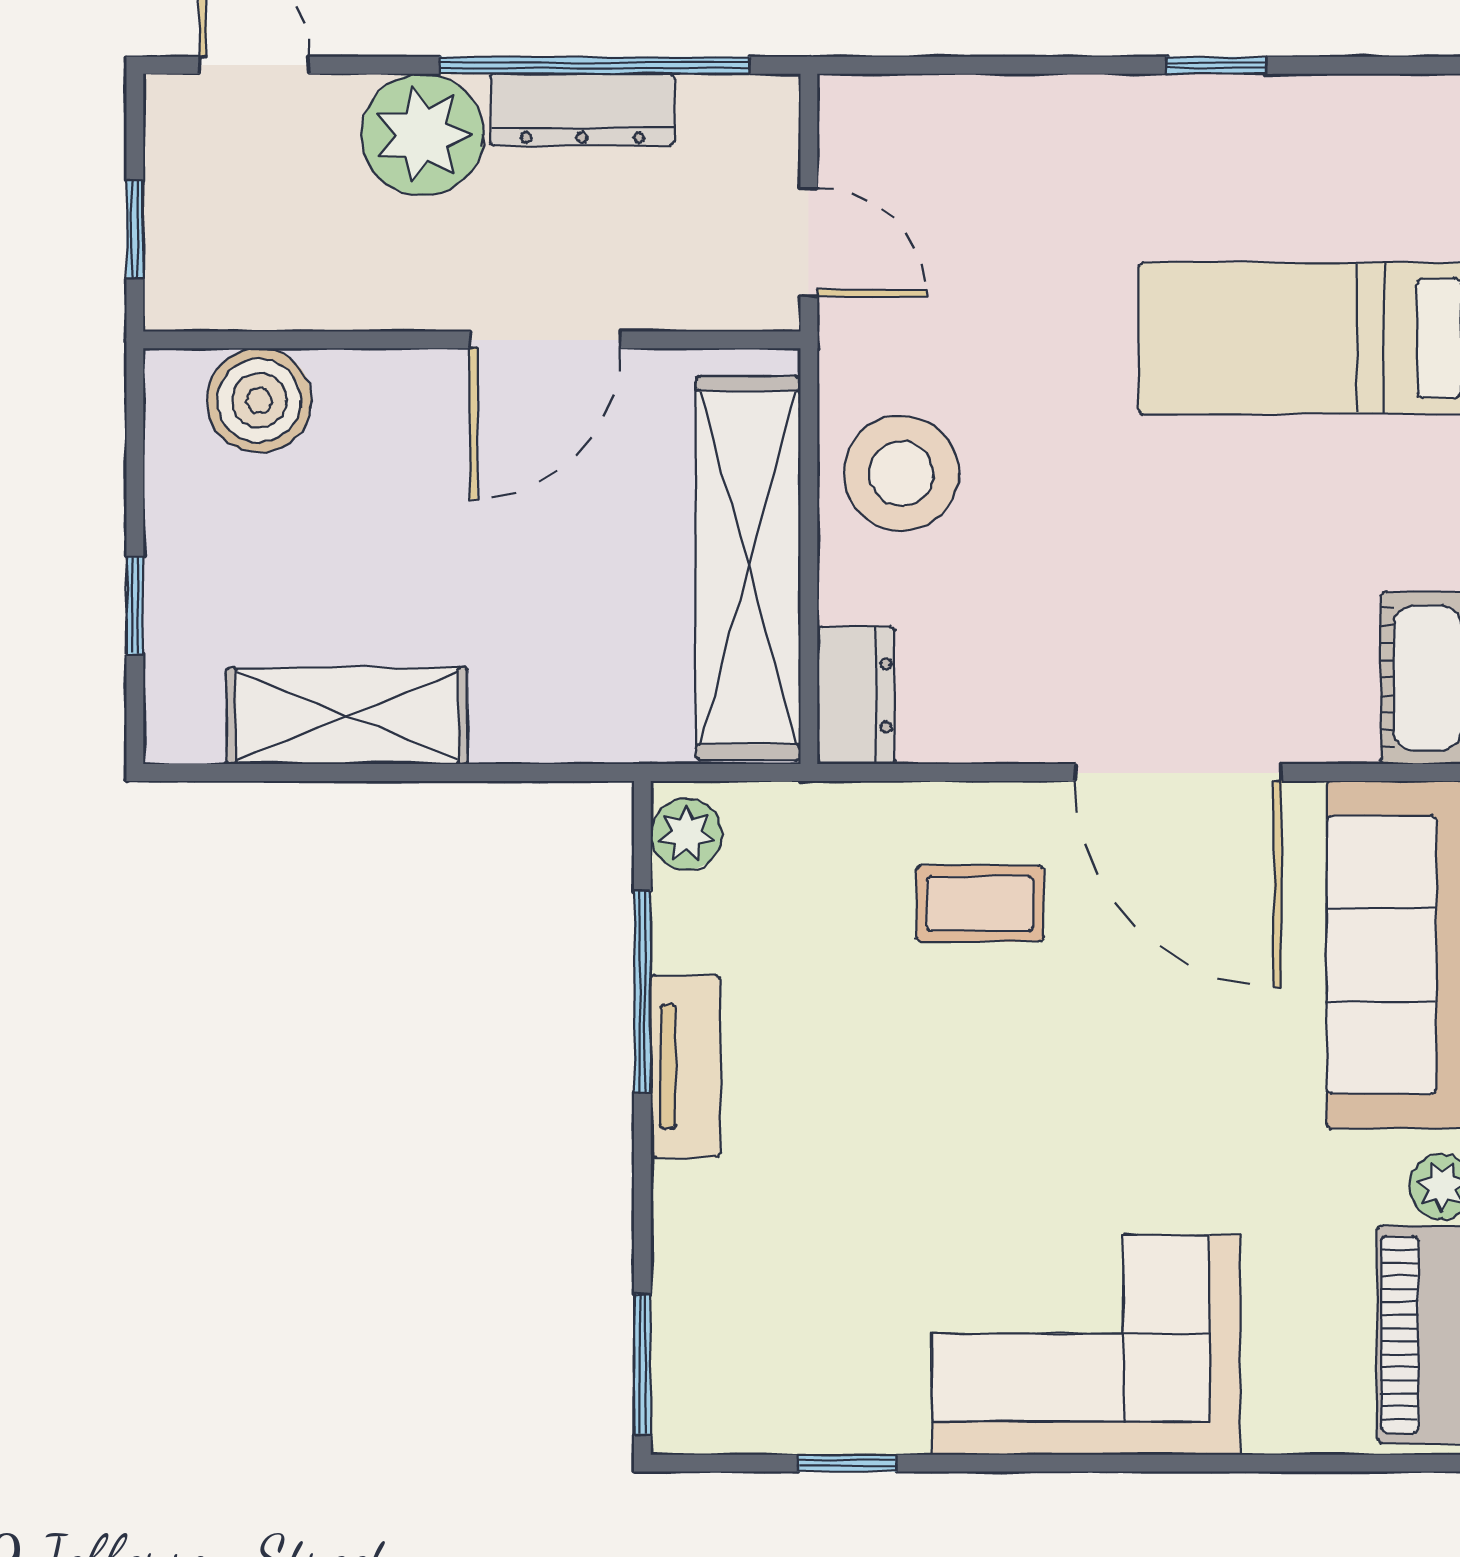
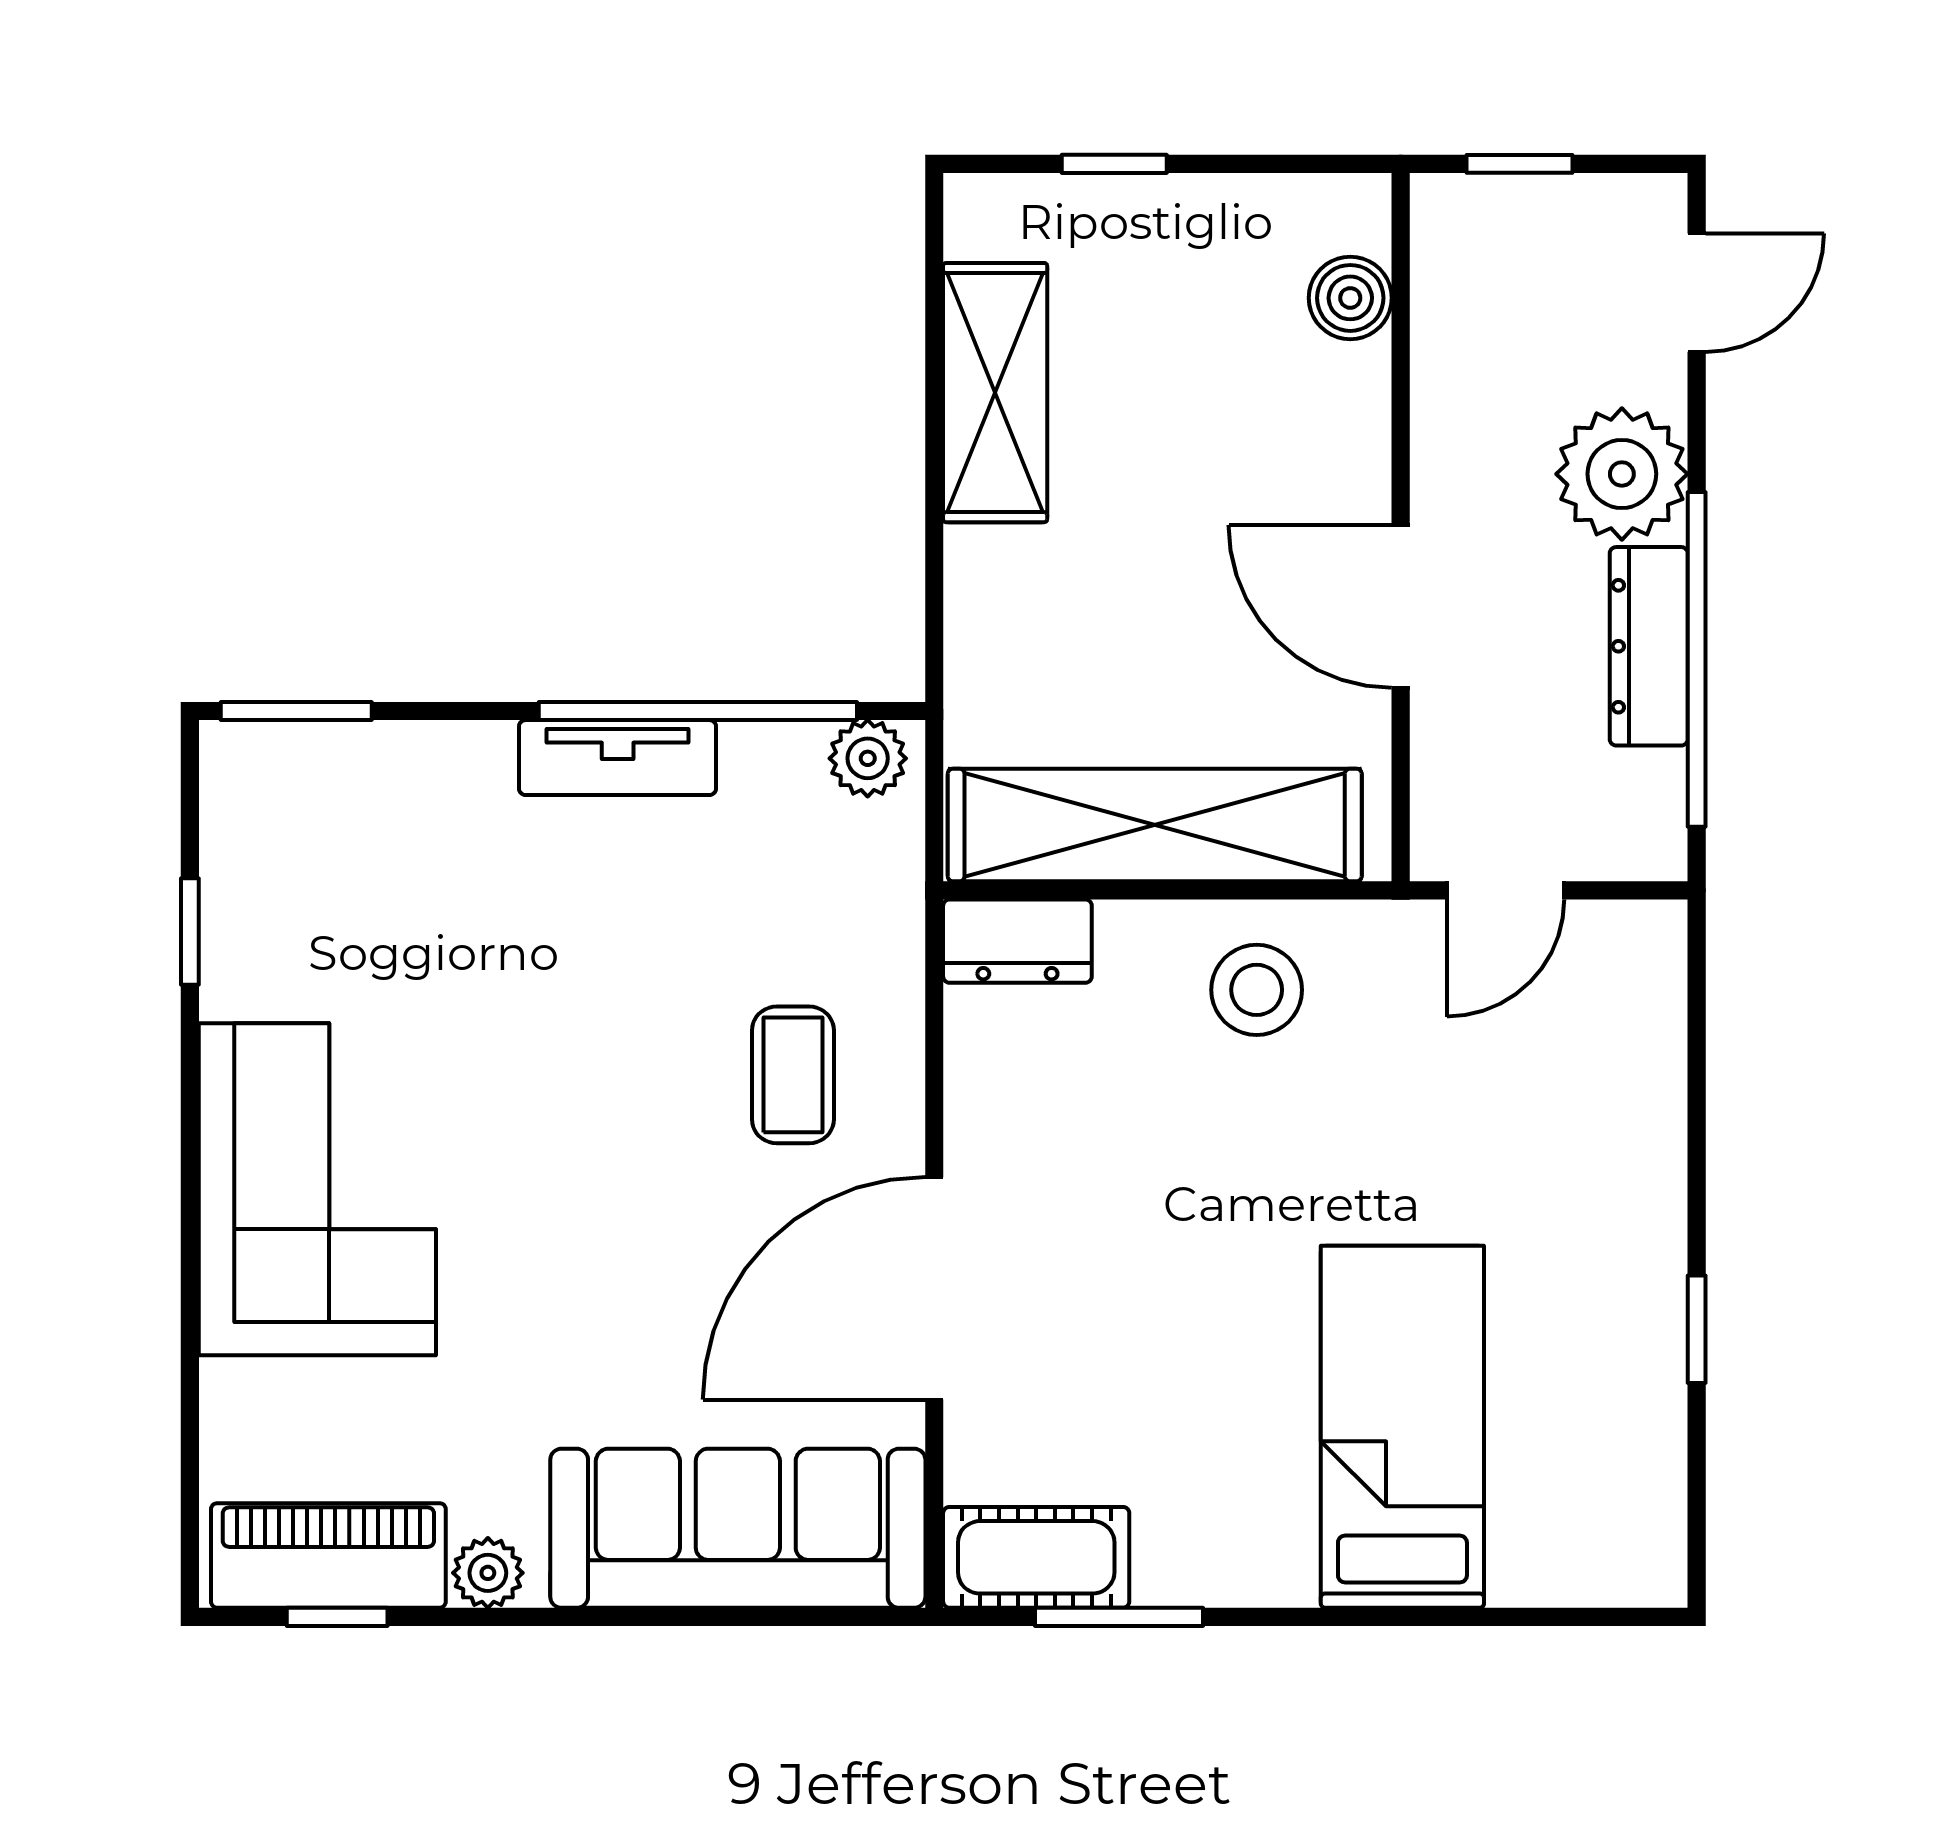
boiler: (259, 400) -> (1350, 298), width x0.73, depth x0.73
stool: (901, 473) -> (1257, 990), width x0.73, depth x0.73
window: (642, 992) -> (698, 711), width x1.46

